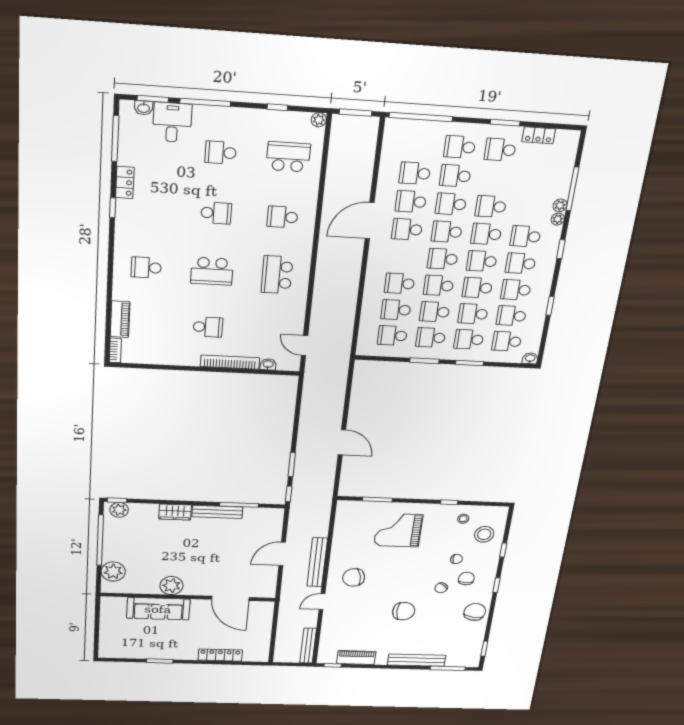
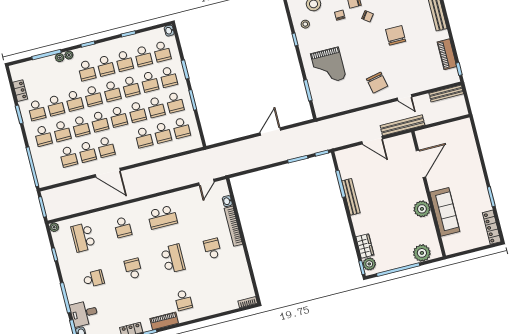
school desk: (221, 153) -> (94, 279), turned -90
school desk: (495, 178) -> (55, 106), added
piano: (120, 319) -> (164, 321), moved
wardrobe: (175, 512) -> (365, 246), moved
bench: (317, 562) -> (402, 125), moved
locker: (220, 655) -> (492, 227), moved

